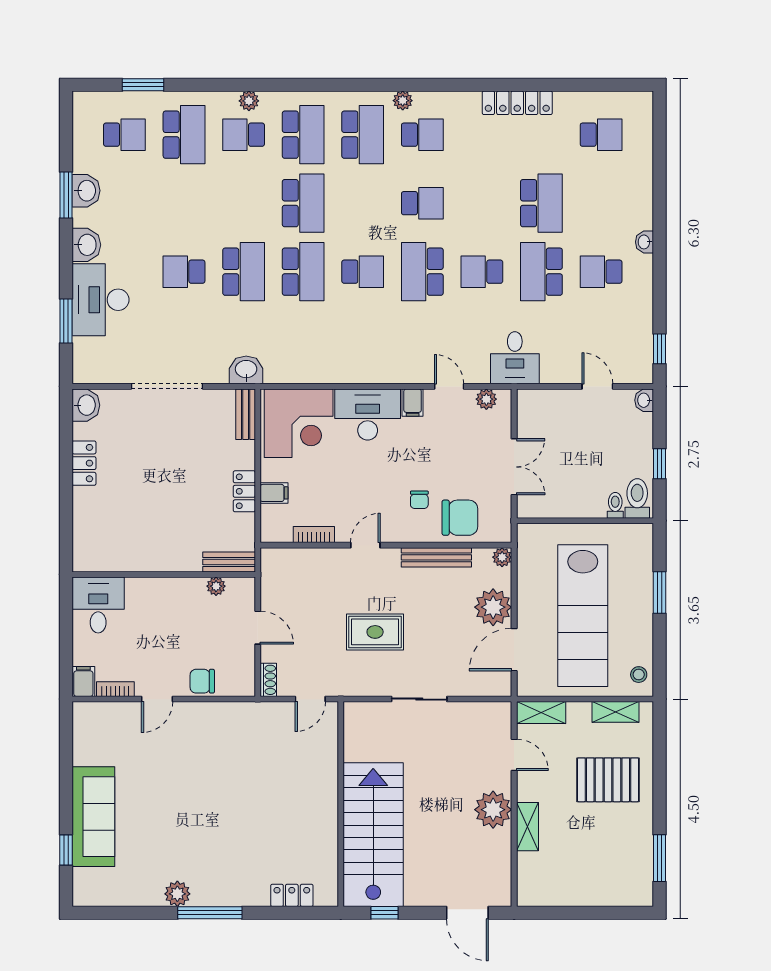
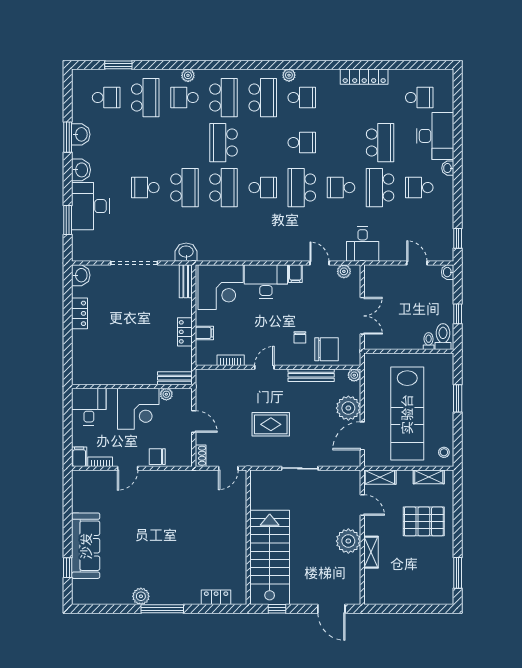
desk: (625, 193) -> (435, 136), added
school desk: (303, 203) -> (224, 143), turned 180
corner desk: (173, 608) -> (138, 409), added

